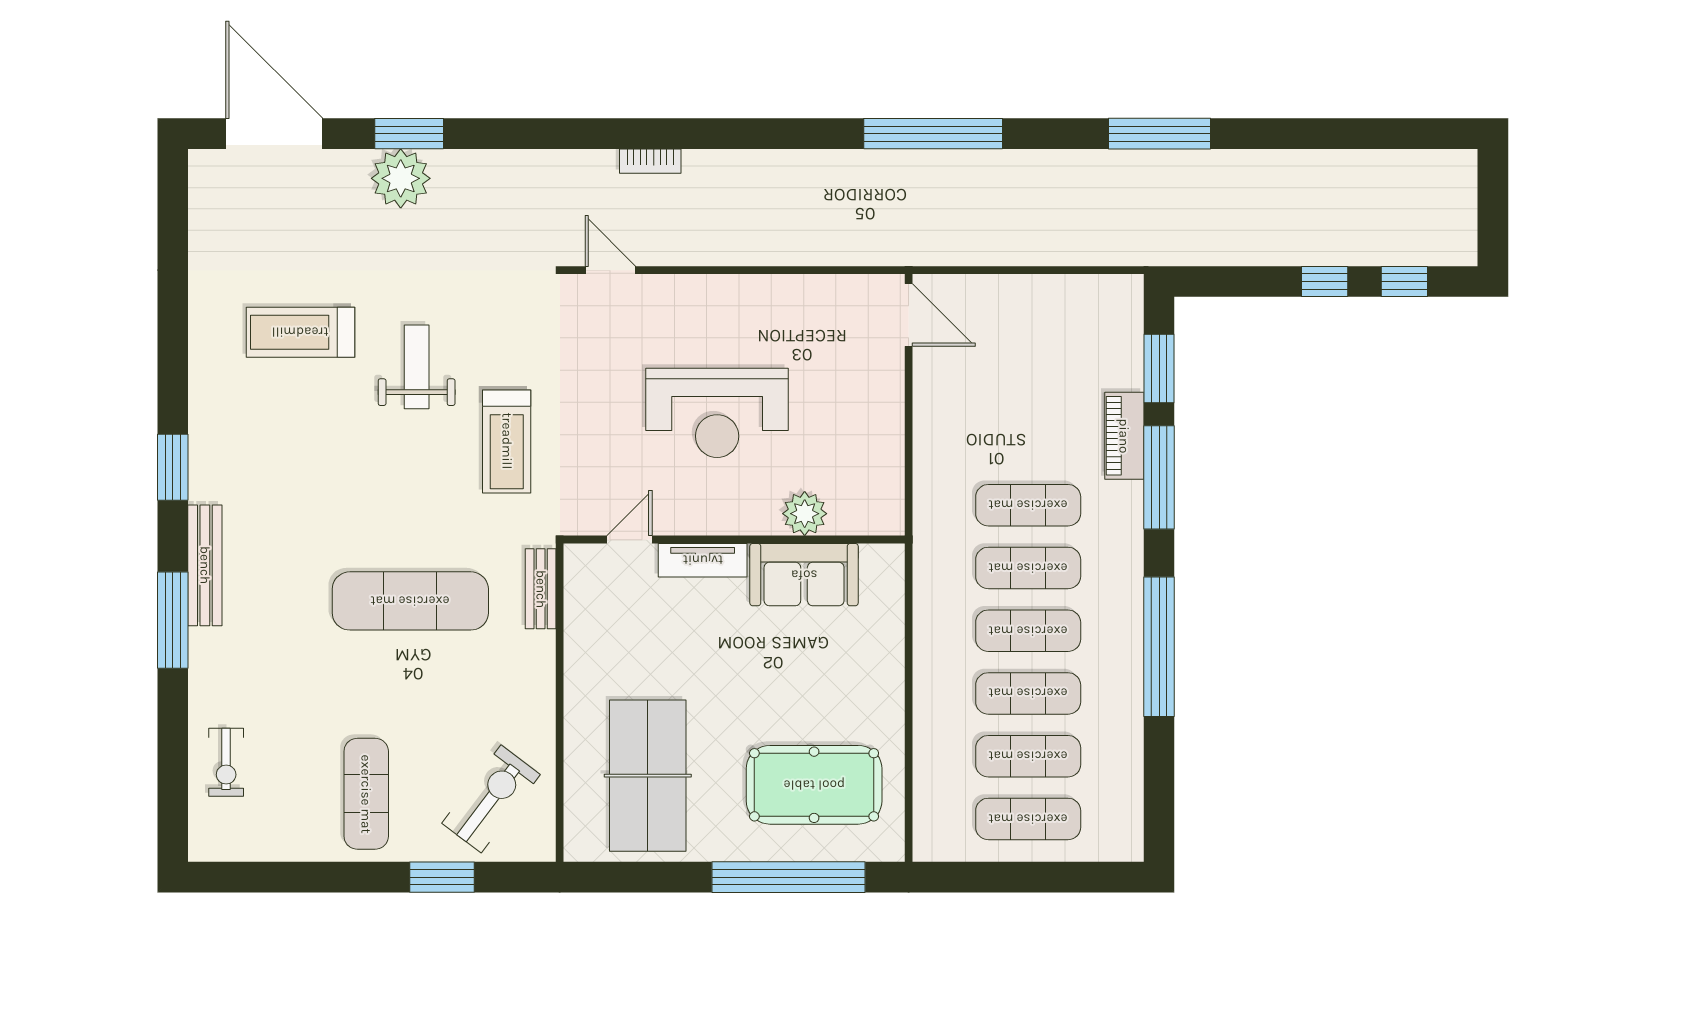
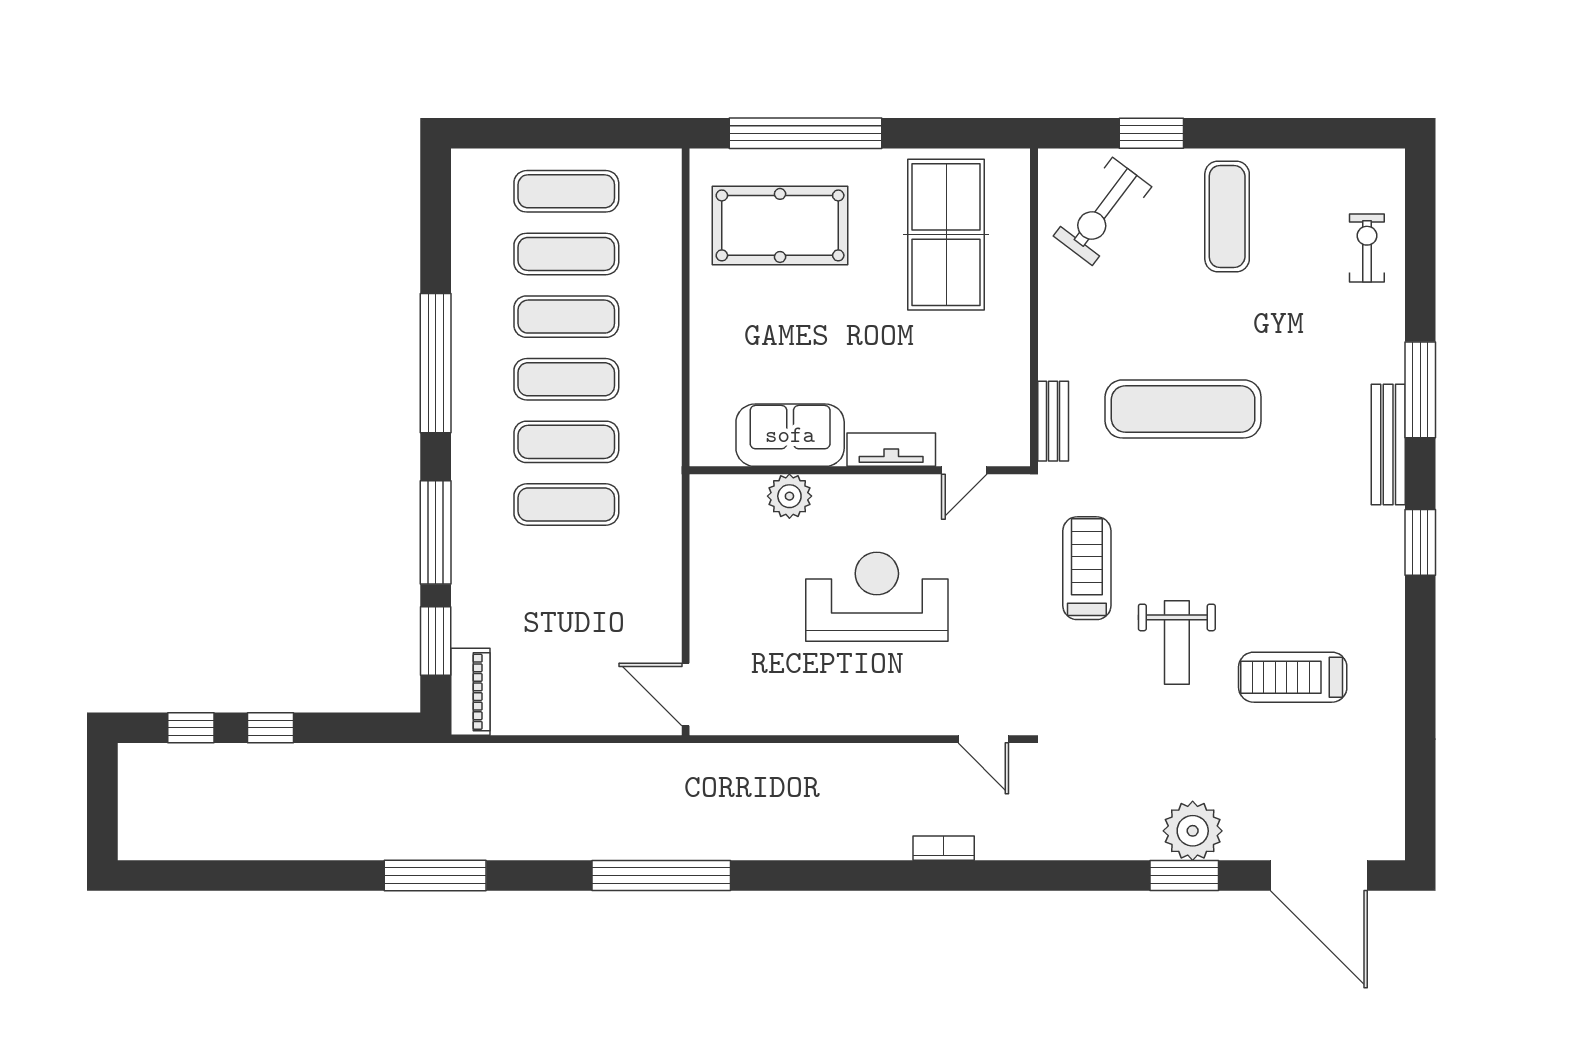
treadmill: (300, 332) -> (1293, 677), turned 180
piano: (1124, 436) -> (470, 692), moved

